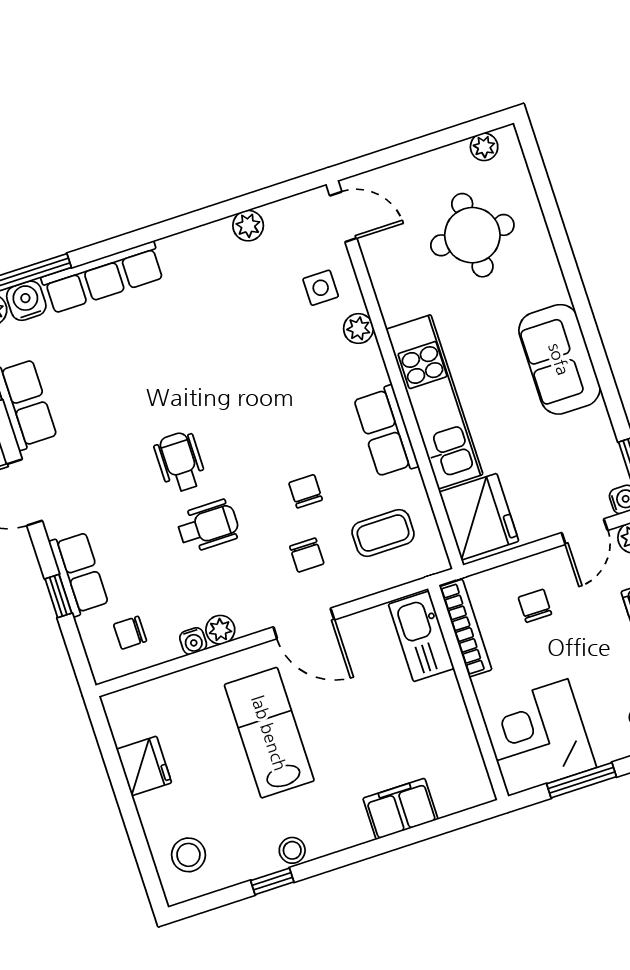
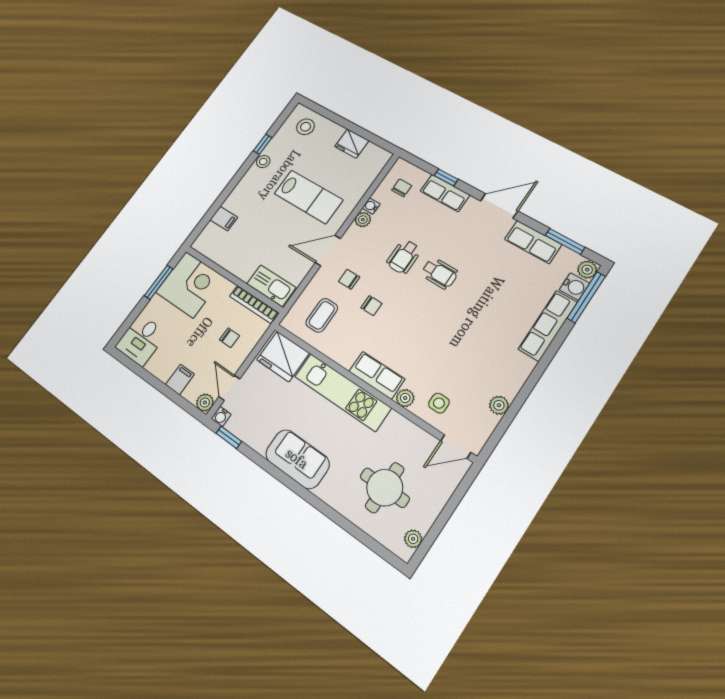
row of seats: (386, 432) -> (377, 375), moved
filing cabinet: (400, 809) -> (224, 219), width x0.50

